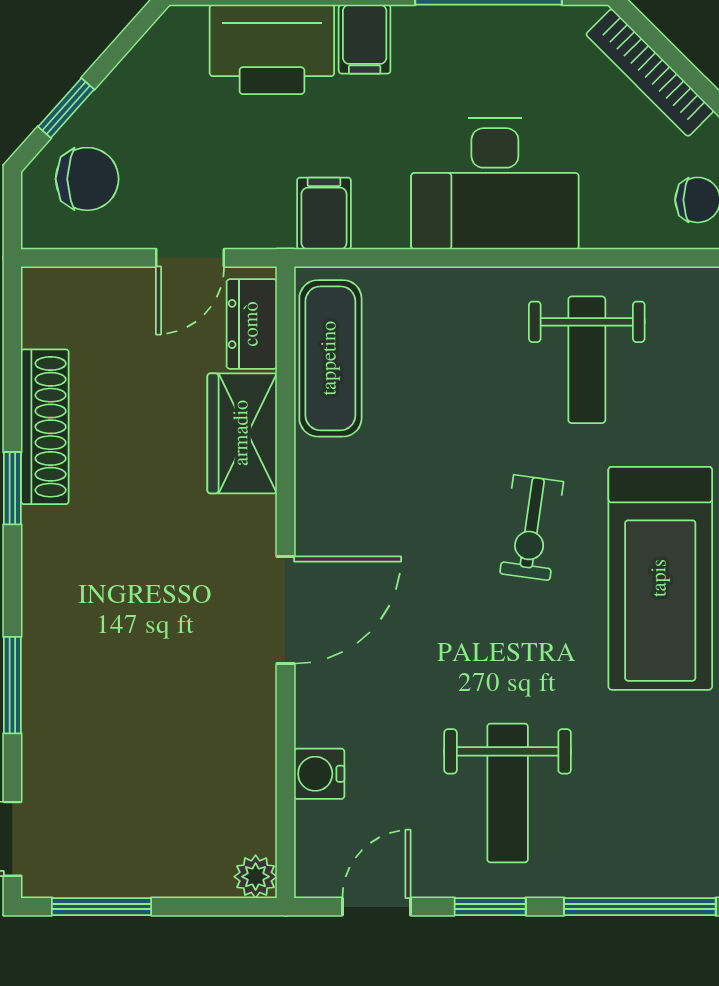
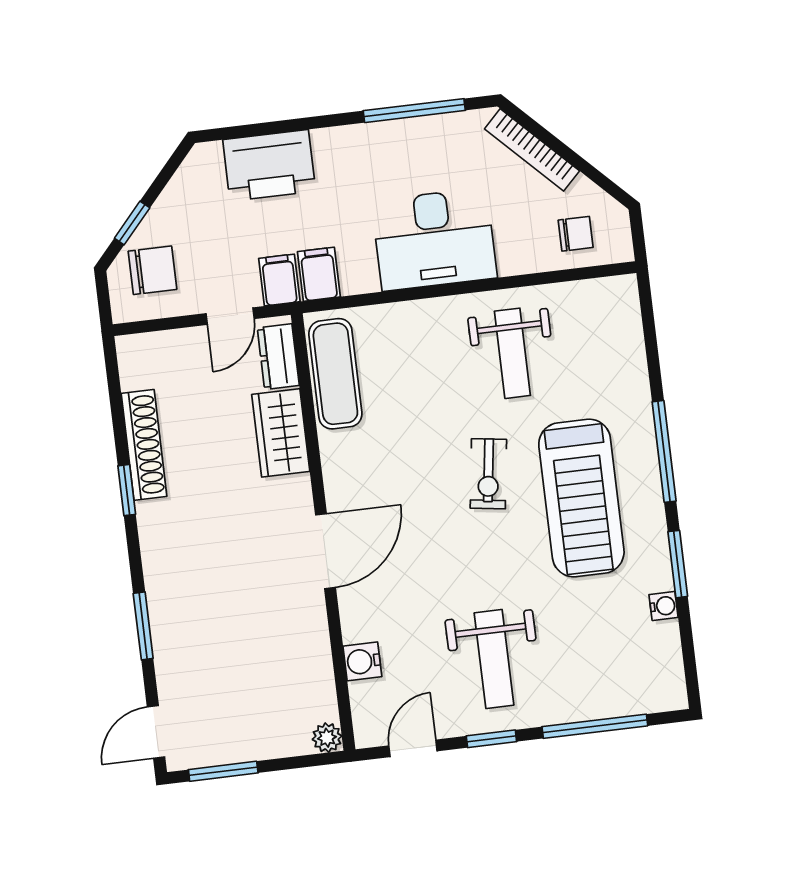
filing cabinet: (365, 39) -> (279, 280), moved, turned 180

